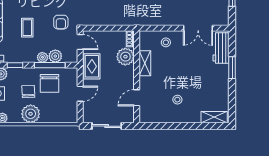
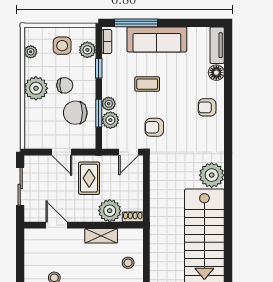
window: (50, 65) -> (99, 113), width x0.69
rug: (92, 66) -> (89, 178), moved, turned 90

